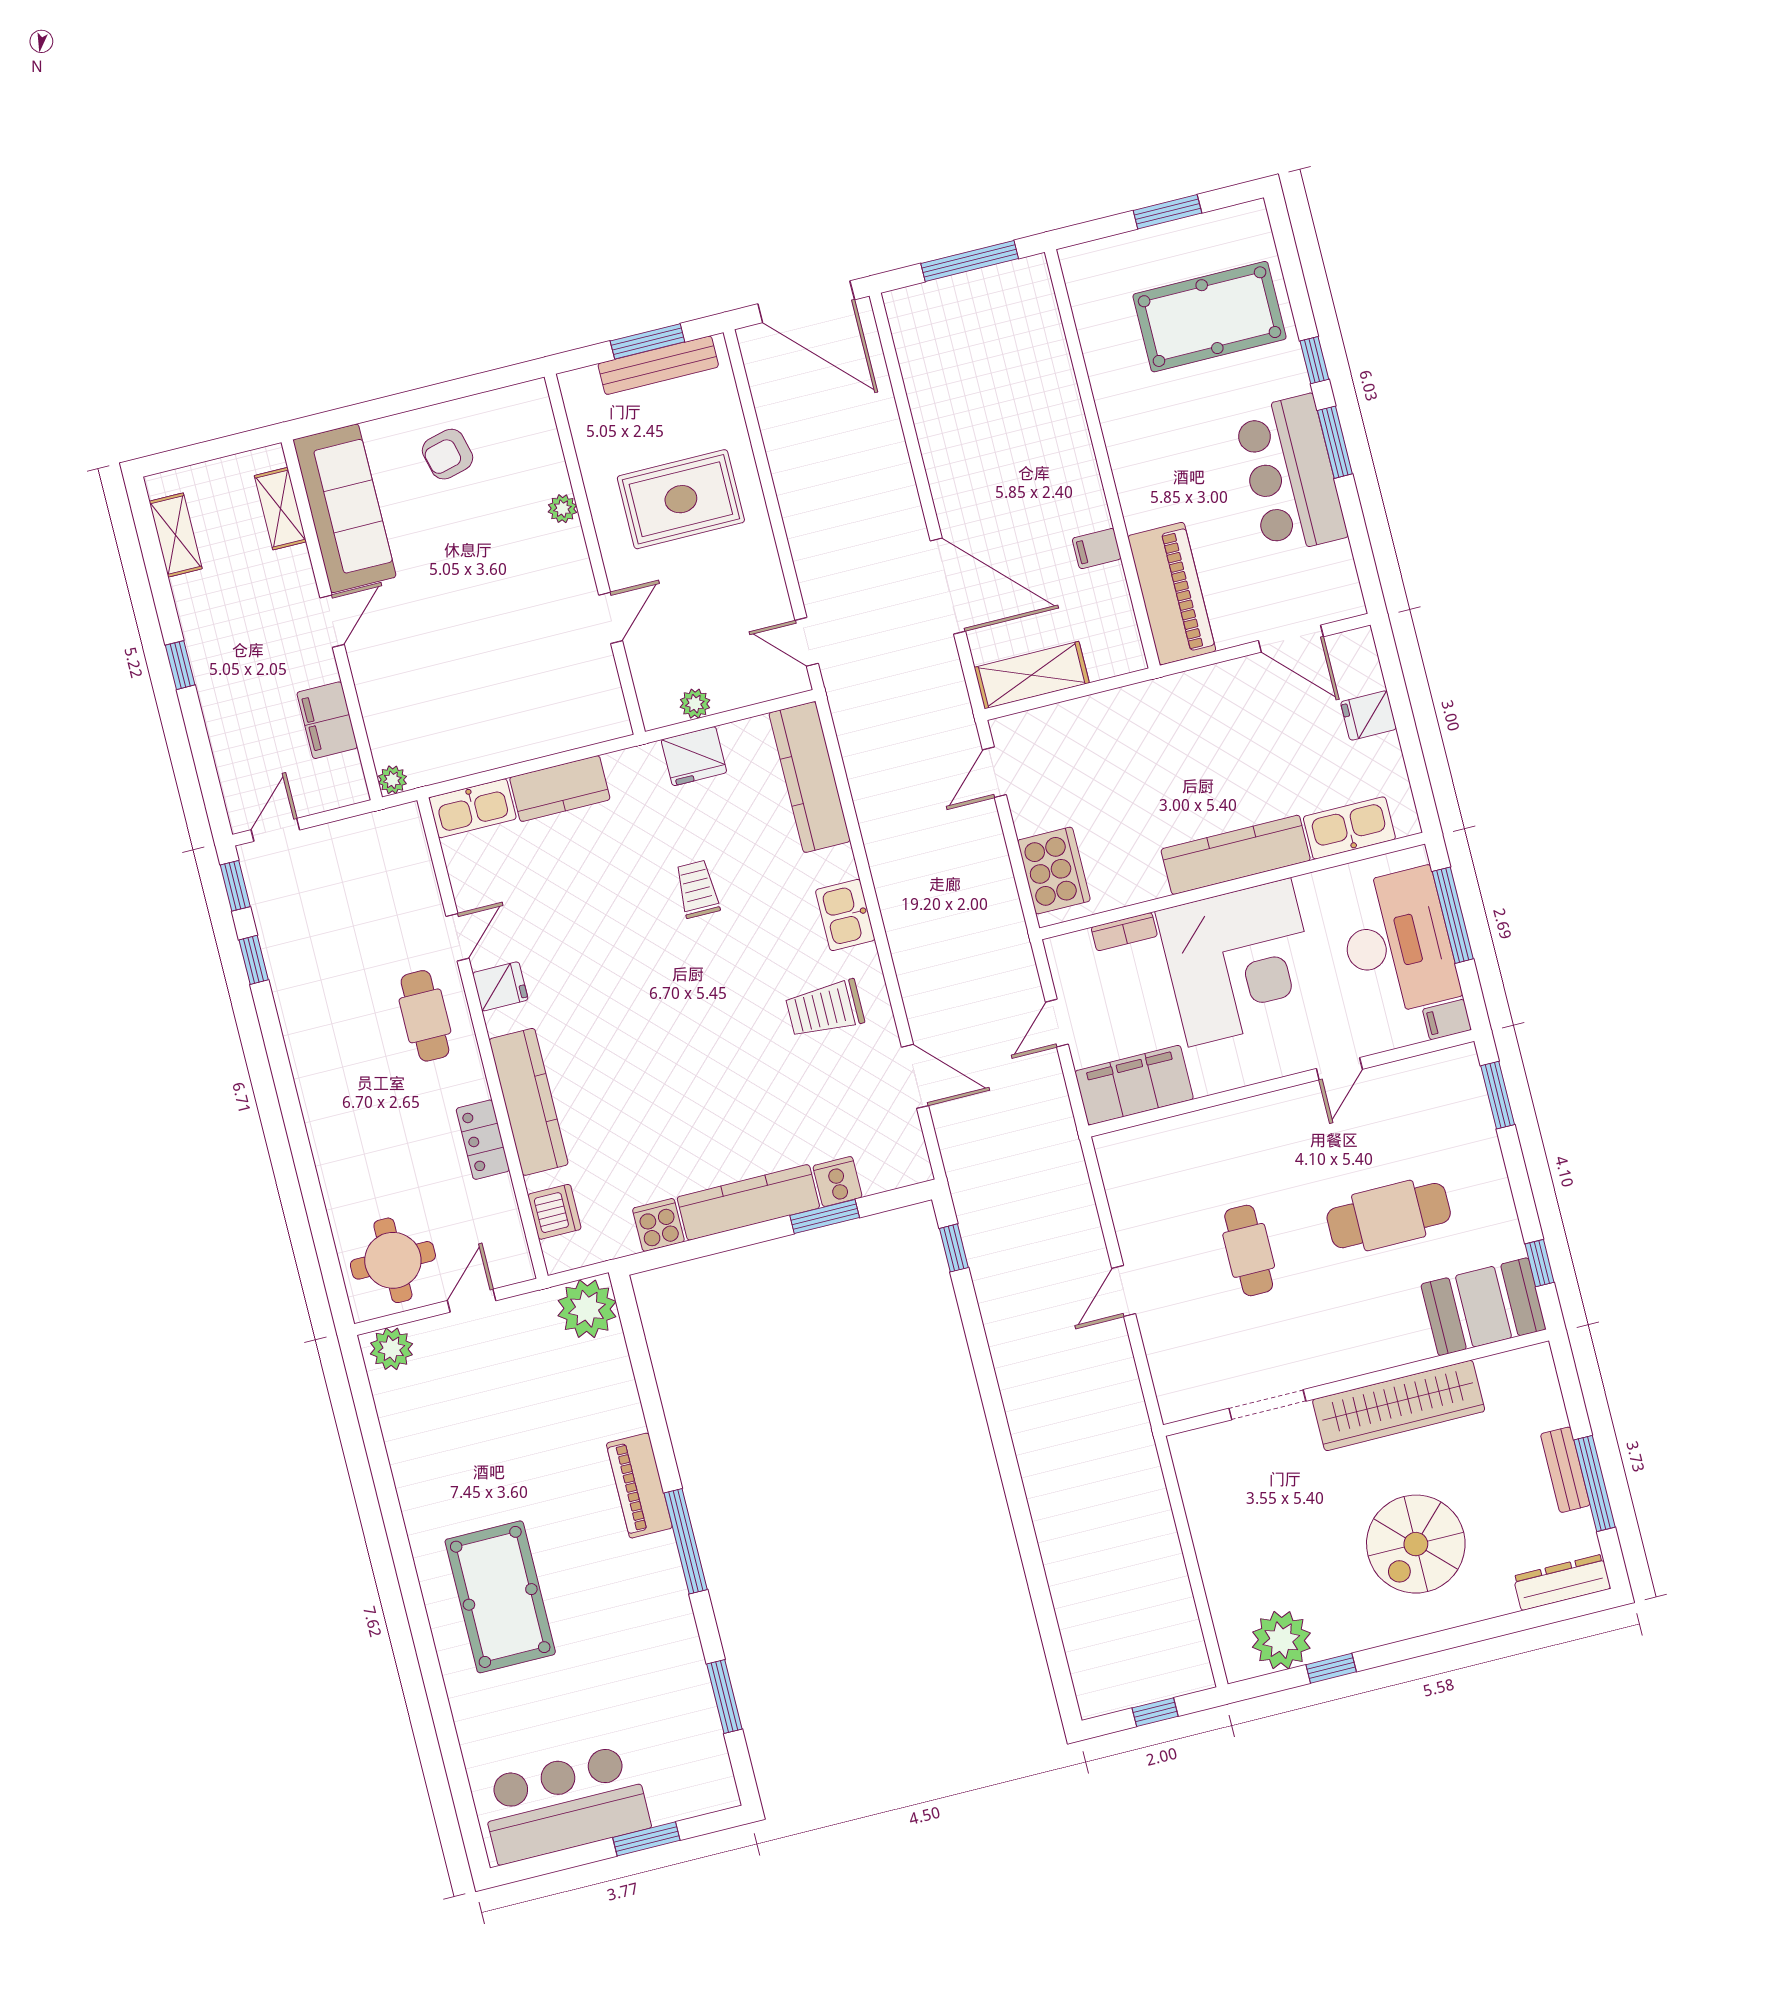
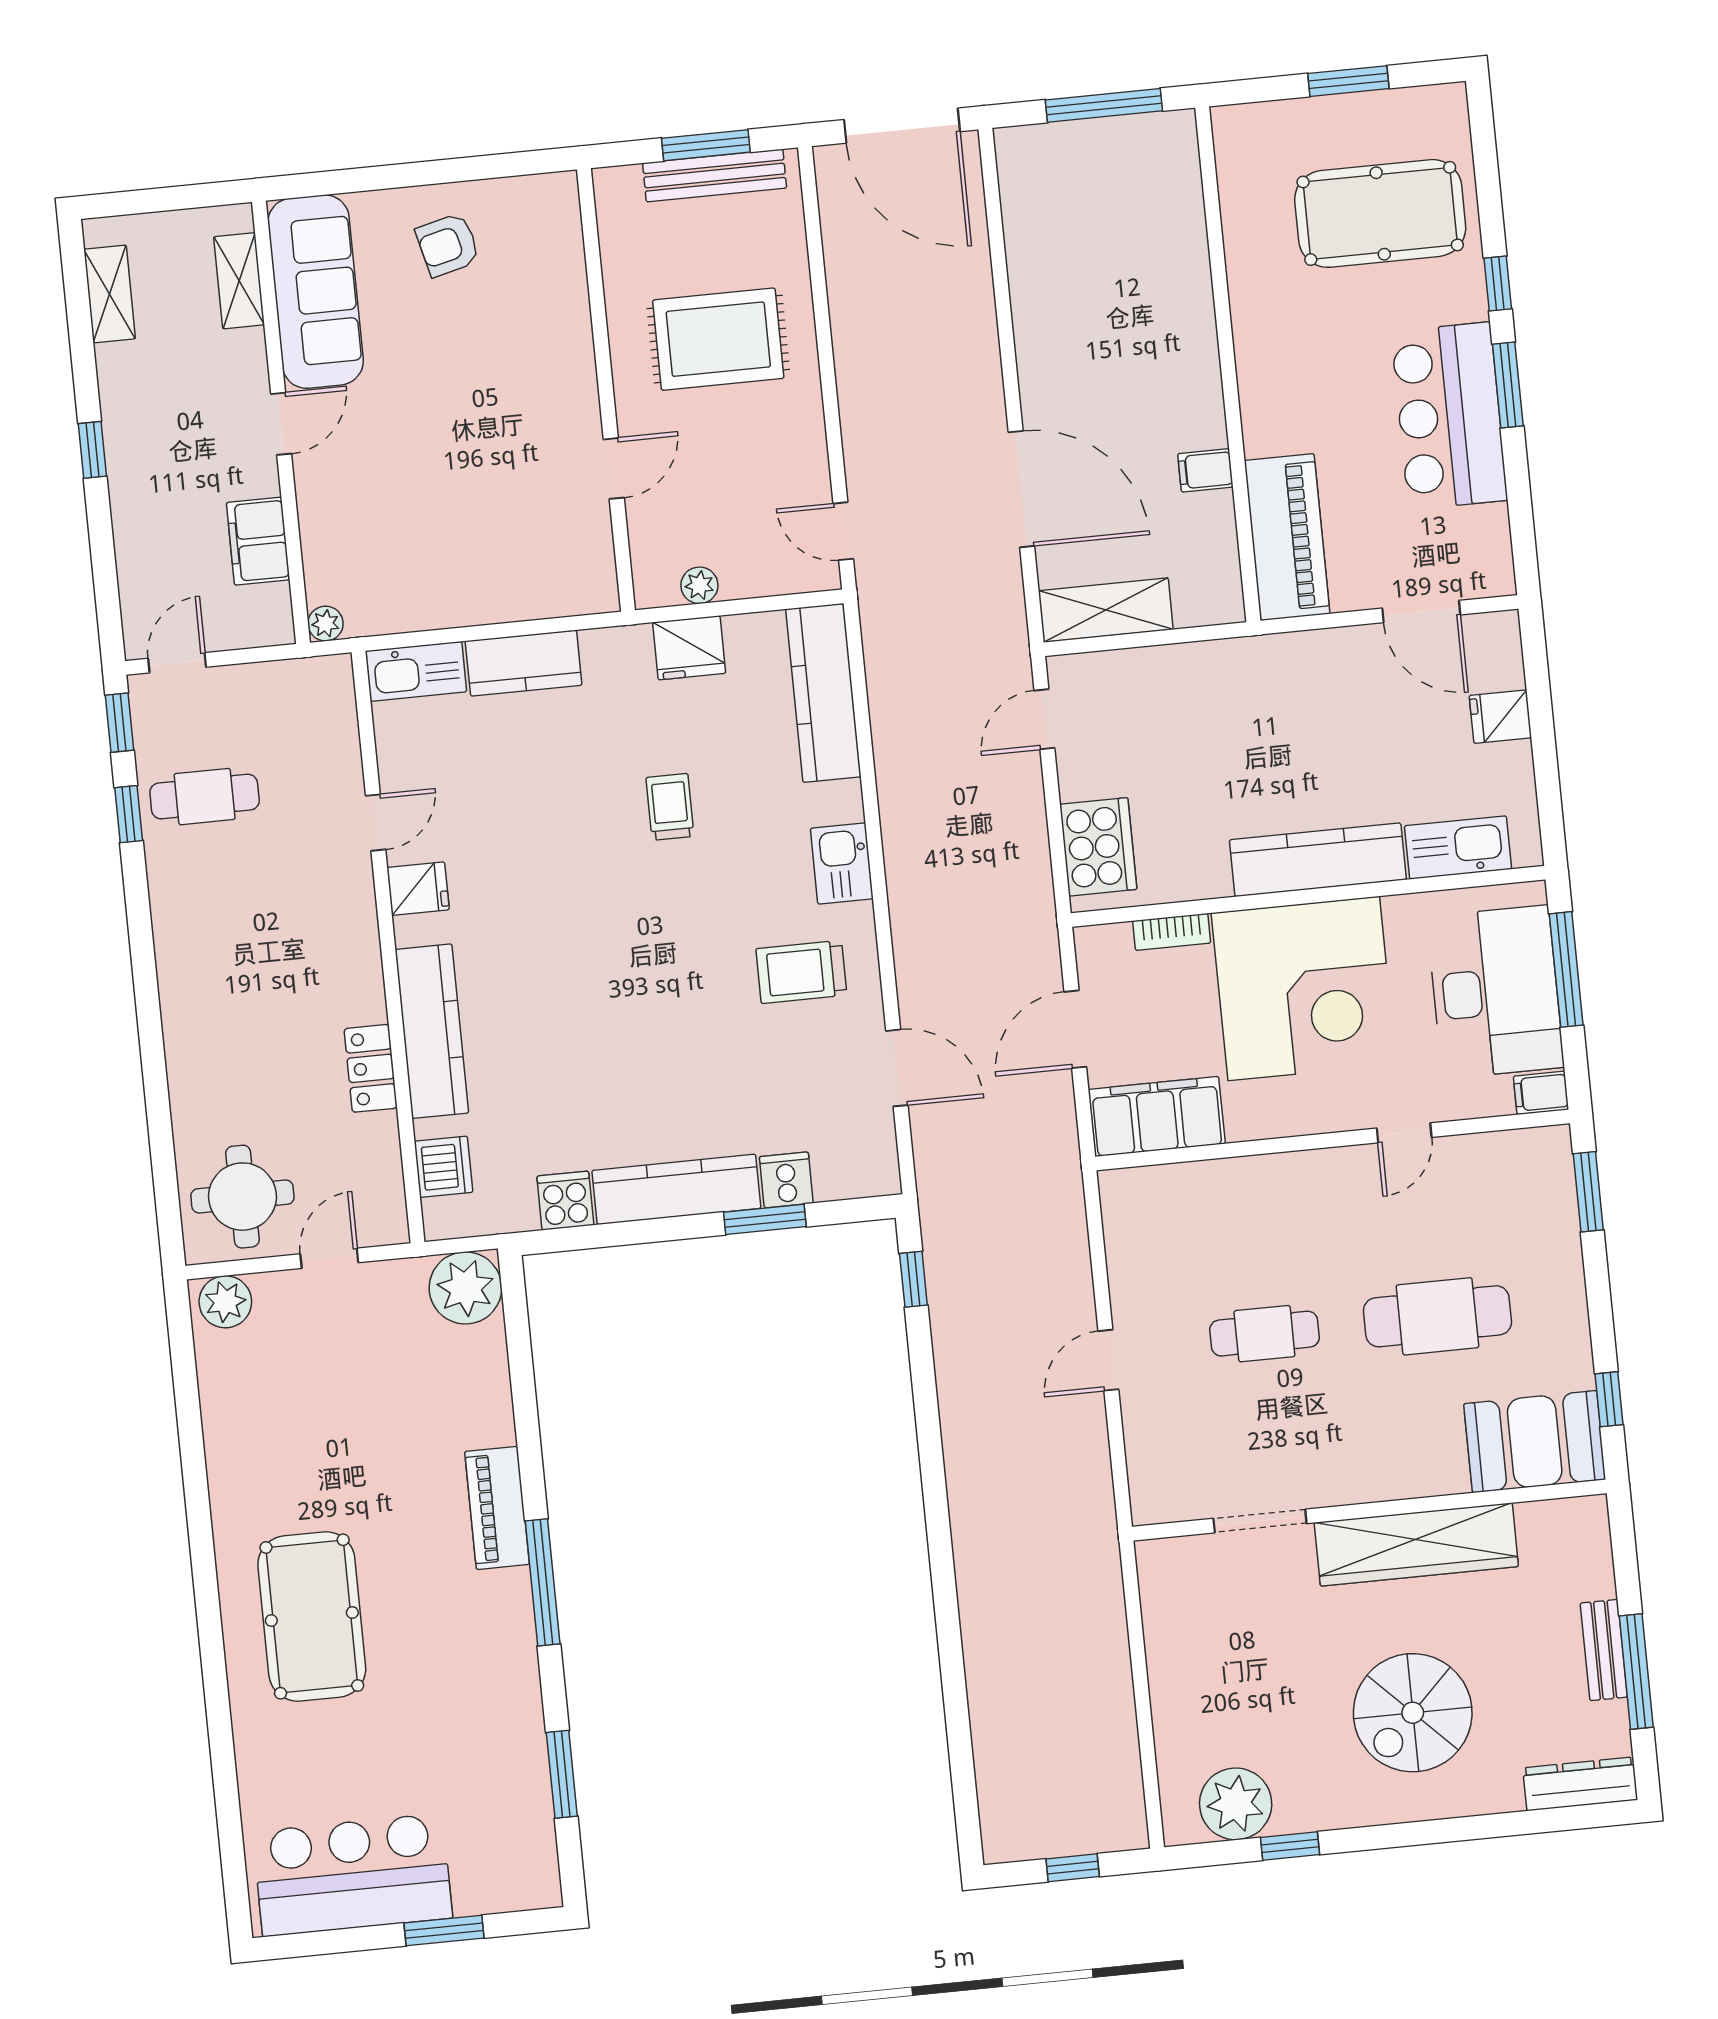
plant: (562, 509) -> (575, 330), removed
cafe table: (425, 1016) -> (205, 797), moved, turned 90
door: (1057, 1023) -> (1075, 1029), width x1.38
cafe table: (1249, 1250) -> (1264, 1334), turned 90

